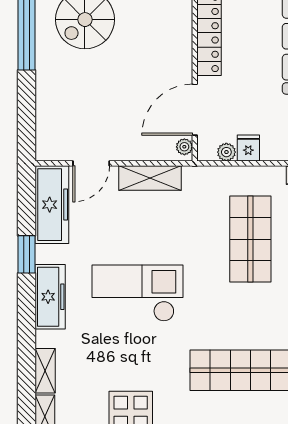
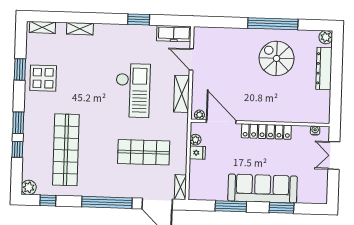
freezer: (52, 205) -> (174, 34), width x0.73, depth x0.79
checkout: (138, 293) -> (133, 90), moved
freezer: (50, 297) -> (113, 33), removed
shelving: (45, 371) -> (80, 29), moved

